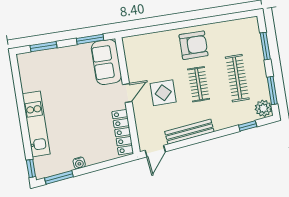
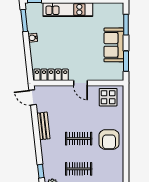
sofa: (106, 62) -> (114, 45), moved, turned -90
clothes rail: (237, 78) -> (79, 169), width x0.73
display table: (163, 93) -> (108, 97), moved
bench: (189, 132) -> (43, 126), width x0.73

